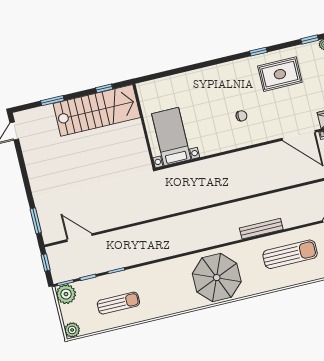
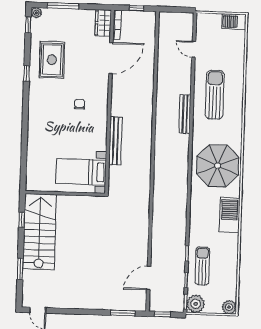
bench: (213, 164) -> (115, 141), added
sun lounger: (118, 303) -> (202, 266), moved
barbecue: (169, 304) -> (230, 215), added

